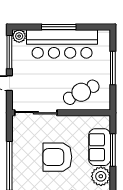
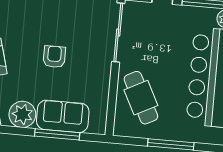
armchair: (57, 157) -> (54, 57), width x0.53, depth x0.53

